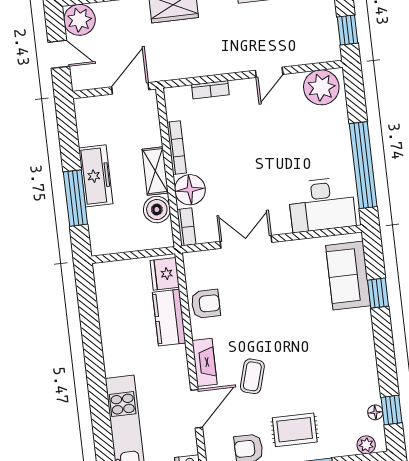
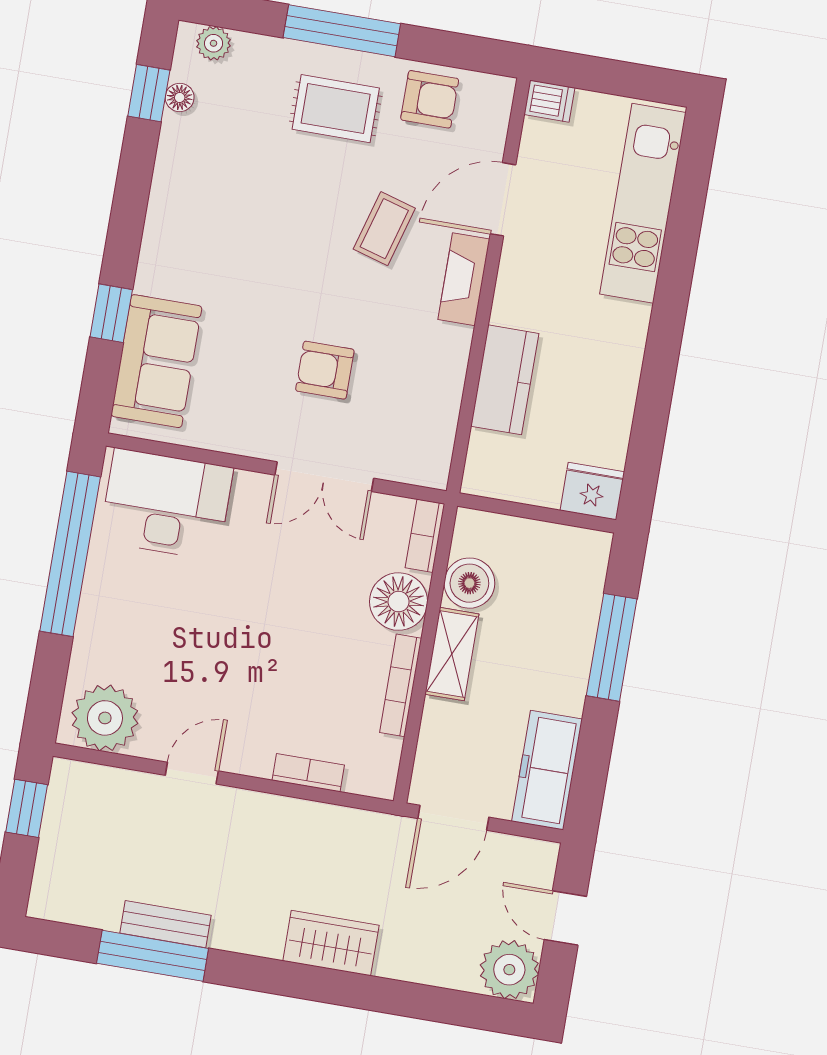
freezer: (96, 176) -> (547, 770), moved
fridge: (165, 274) -> (592, 491), moved, turned -90
armchair: (206, 304) -> (325, 370), moved

